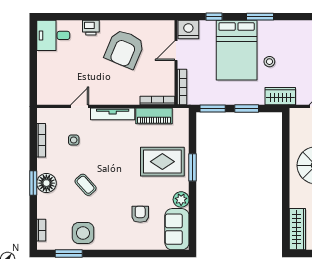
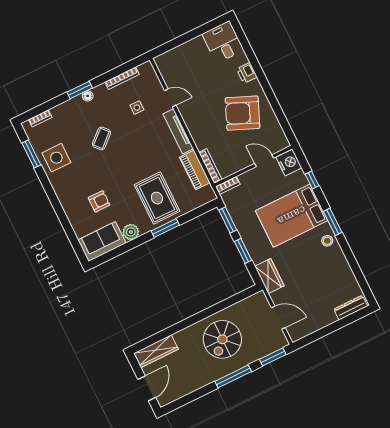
stool: (269, 62) -> (327, 241), moved
bookcase: (182, 87) -> (228, 185), width x0.64
floor lamp: (46, 183) -> (88, 96), width x0.53, depth x0.53

